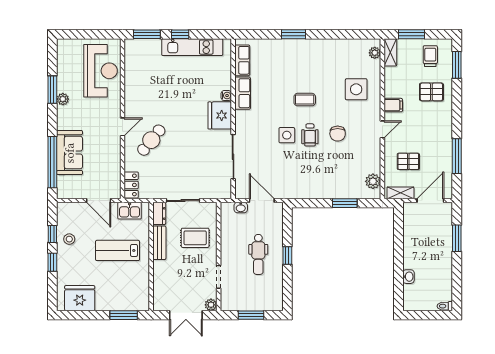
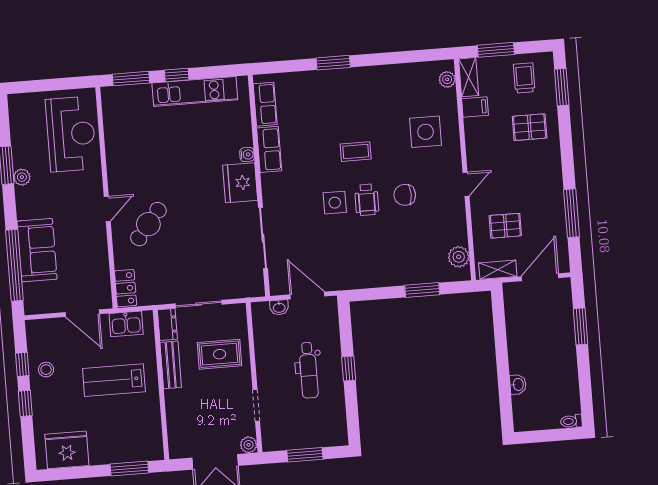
filing cabinet: (393, 105) -> (475, 107), moved
chair: (338, 134) -> (405, 195), turned 90

